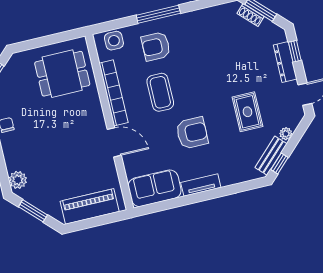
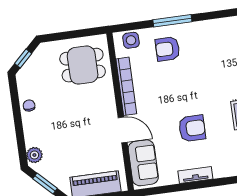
coffee table: (160, 92) -> (167, 90), removed
sofa: (155, 188) -> (143, 163), moved, turned 90

